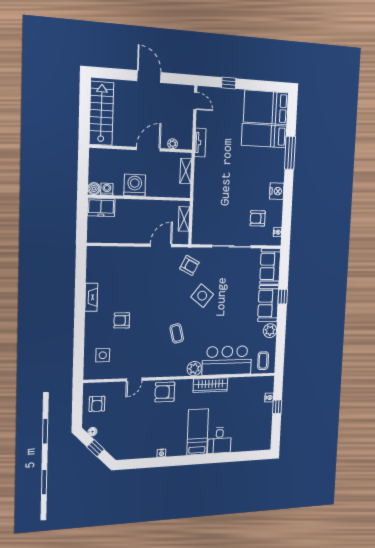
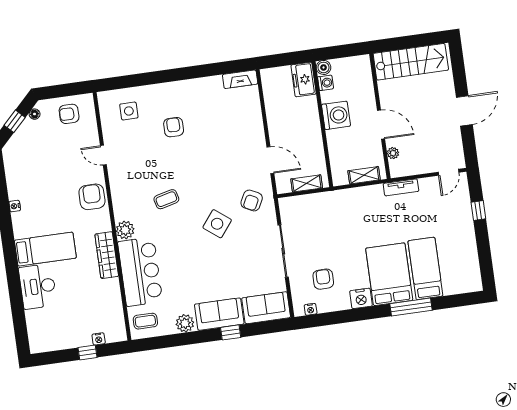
bed: (266, 107) -> (389, 274), moved
fireplace: (91, 297) -> (240, 79), moved
desk: (219, 440) -> (38, 286), width x1.37

